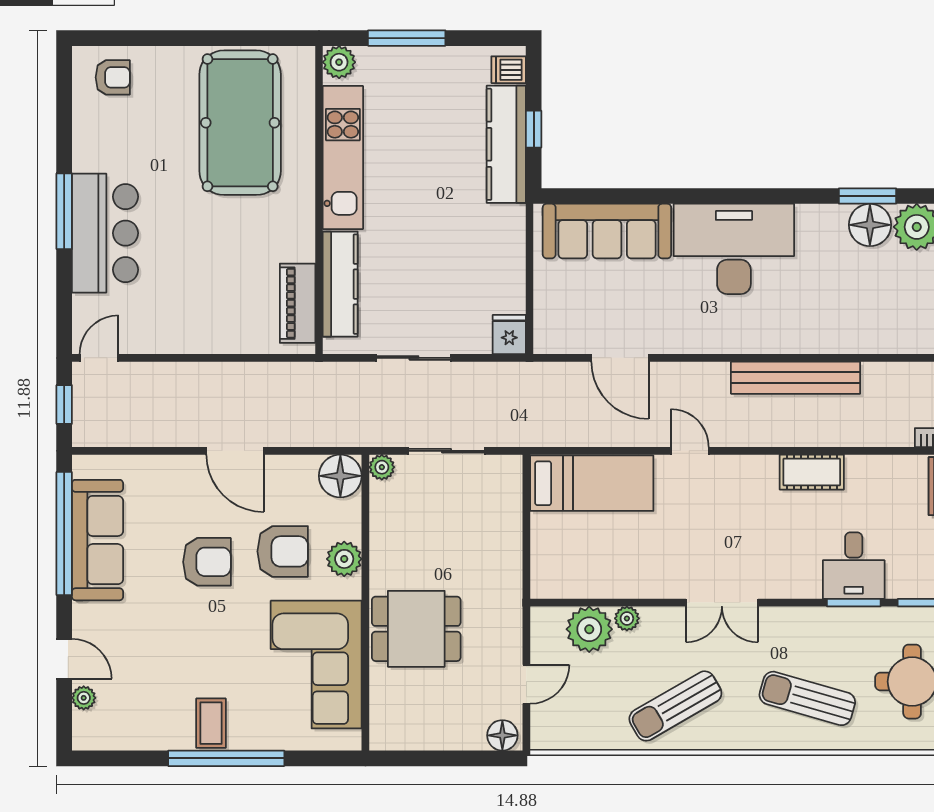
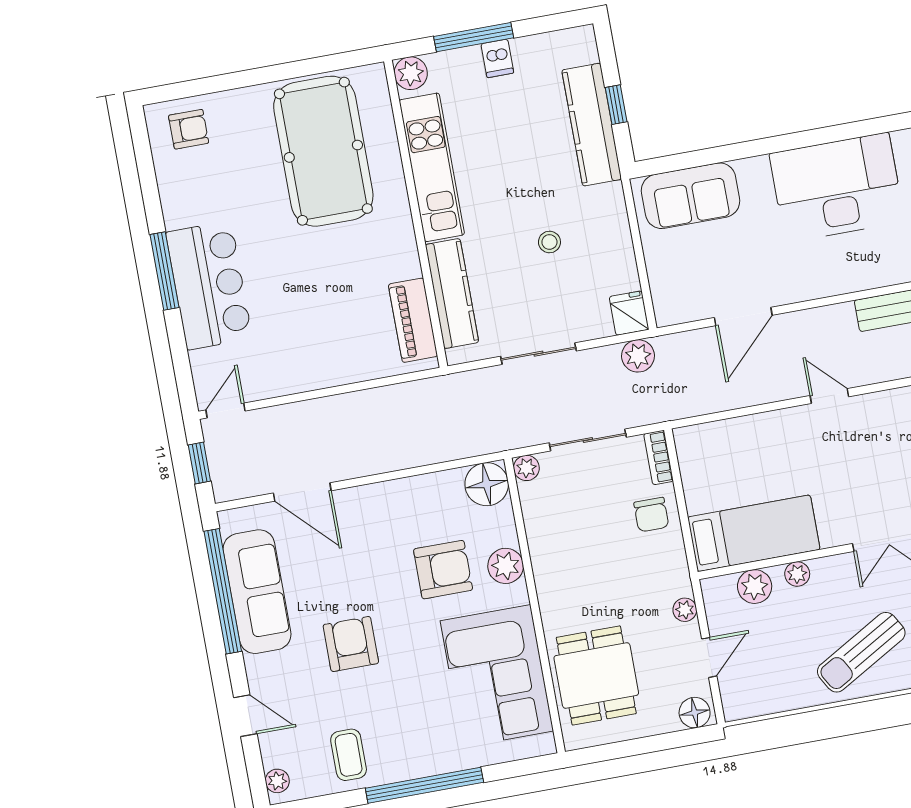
dishwasher: (509, 70) -> (497, 58), moved, turned -90
sofa: (607, 231) -> (691, 196), width x0.73
stool: (444, 251) -> (549, 242), added
door: (620, 358) -> (743, 316), hinge flipped
plant: (510, 378) -> (638, 356), added
door: (235, 451) -> (302, 492), moved
bookcase: (512, 480) -> (658, 458), added
bed: (592, 483) -> (754, 533), moved
chair: (495, 535) -> (651, 515), added
armchair: (207, 562) -> (351, 644), moved, turned -90
dining table: (416, 629) -> (596, 675), moved, turned 90
plant: (589, 629) -> (755, 587), width x0.73, depth x0.73
plant: (511, 633) -> (685, 610), added
plant: (84, 698) -> (277, 781), moved
coffee table: (211, 723) -> (349, 755), moved

